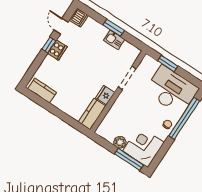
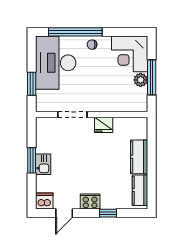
kitchen sink: (114, 40) -> (43, 164), moved
window: (49, 45) -> (108, 213), moved
kitchen counter: (92, 114) -> (139, 157), moved, turned 90
window: (129, 159) -> (152, 77), moved

